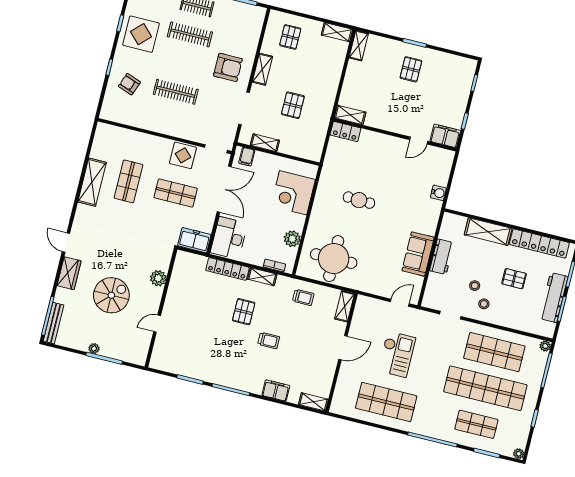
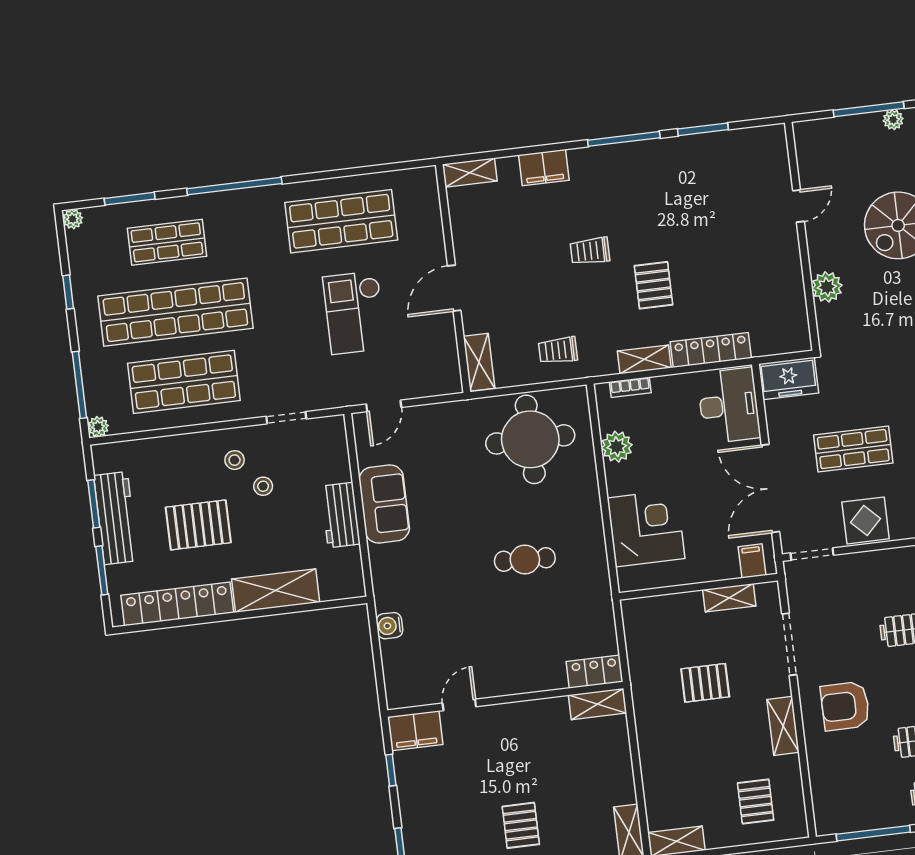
pallet: (293, 105) -> (705, 683), turned 90
pallet: (514, 279) -> (198, 525), width x1.50, depth x1.42

